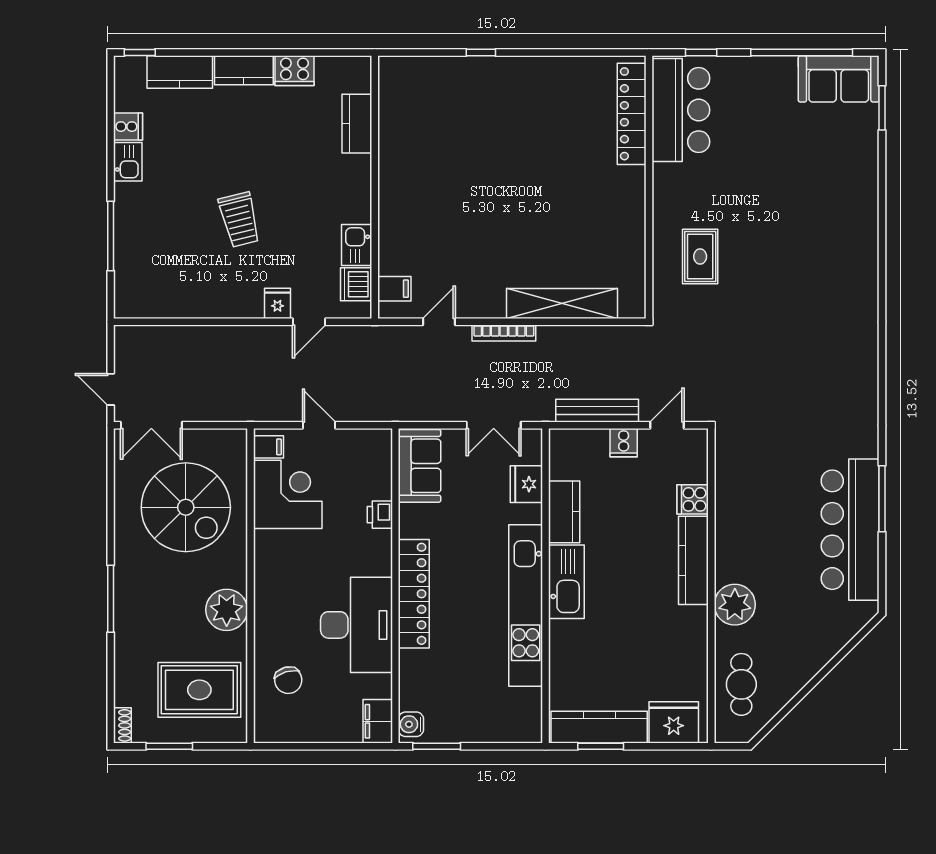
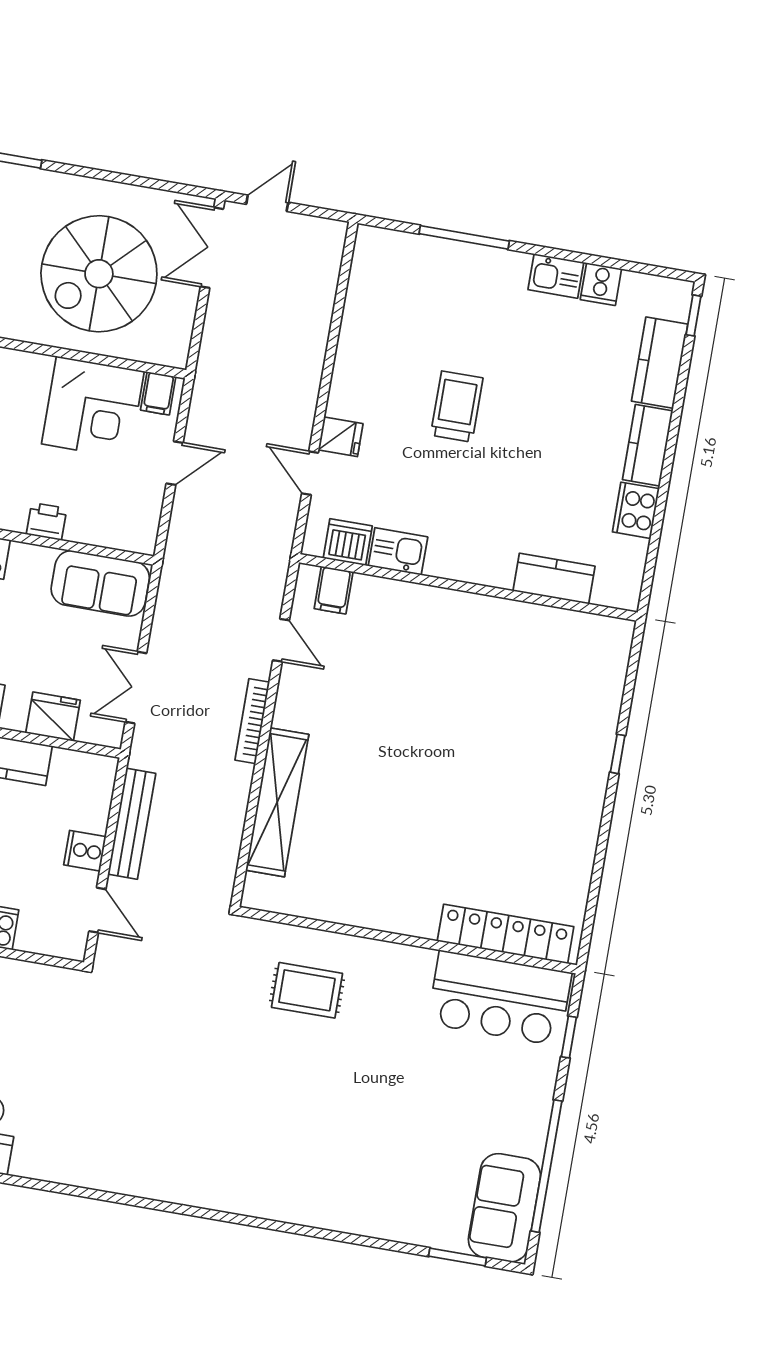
trolley: (239, 220) -> (457, 407), turned 104

